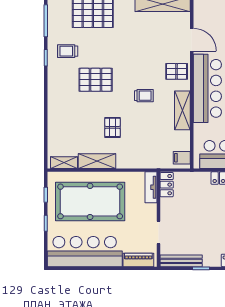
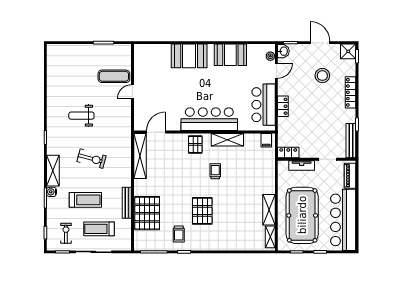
door: (192, 40) -> (156, 132), moved
pallet: (113, 127) -> (241, 197), removed
tv unit: (151, 187) -> (302, 165), moved

